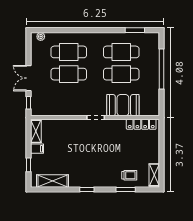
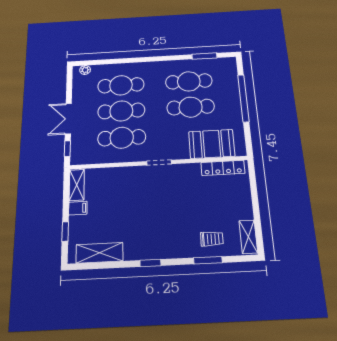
cafe table: (69, 96) -> (122, 138), added
booth: (123, 105) -> (212, 144), moved

